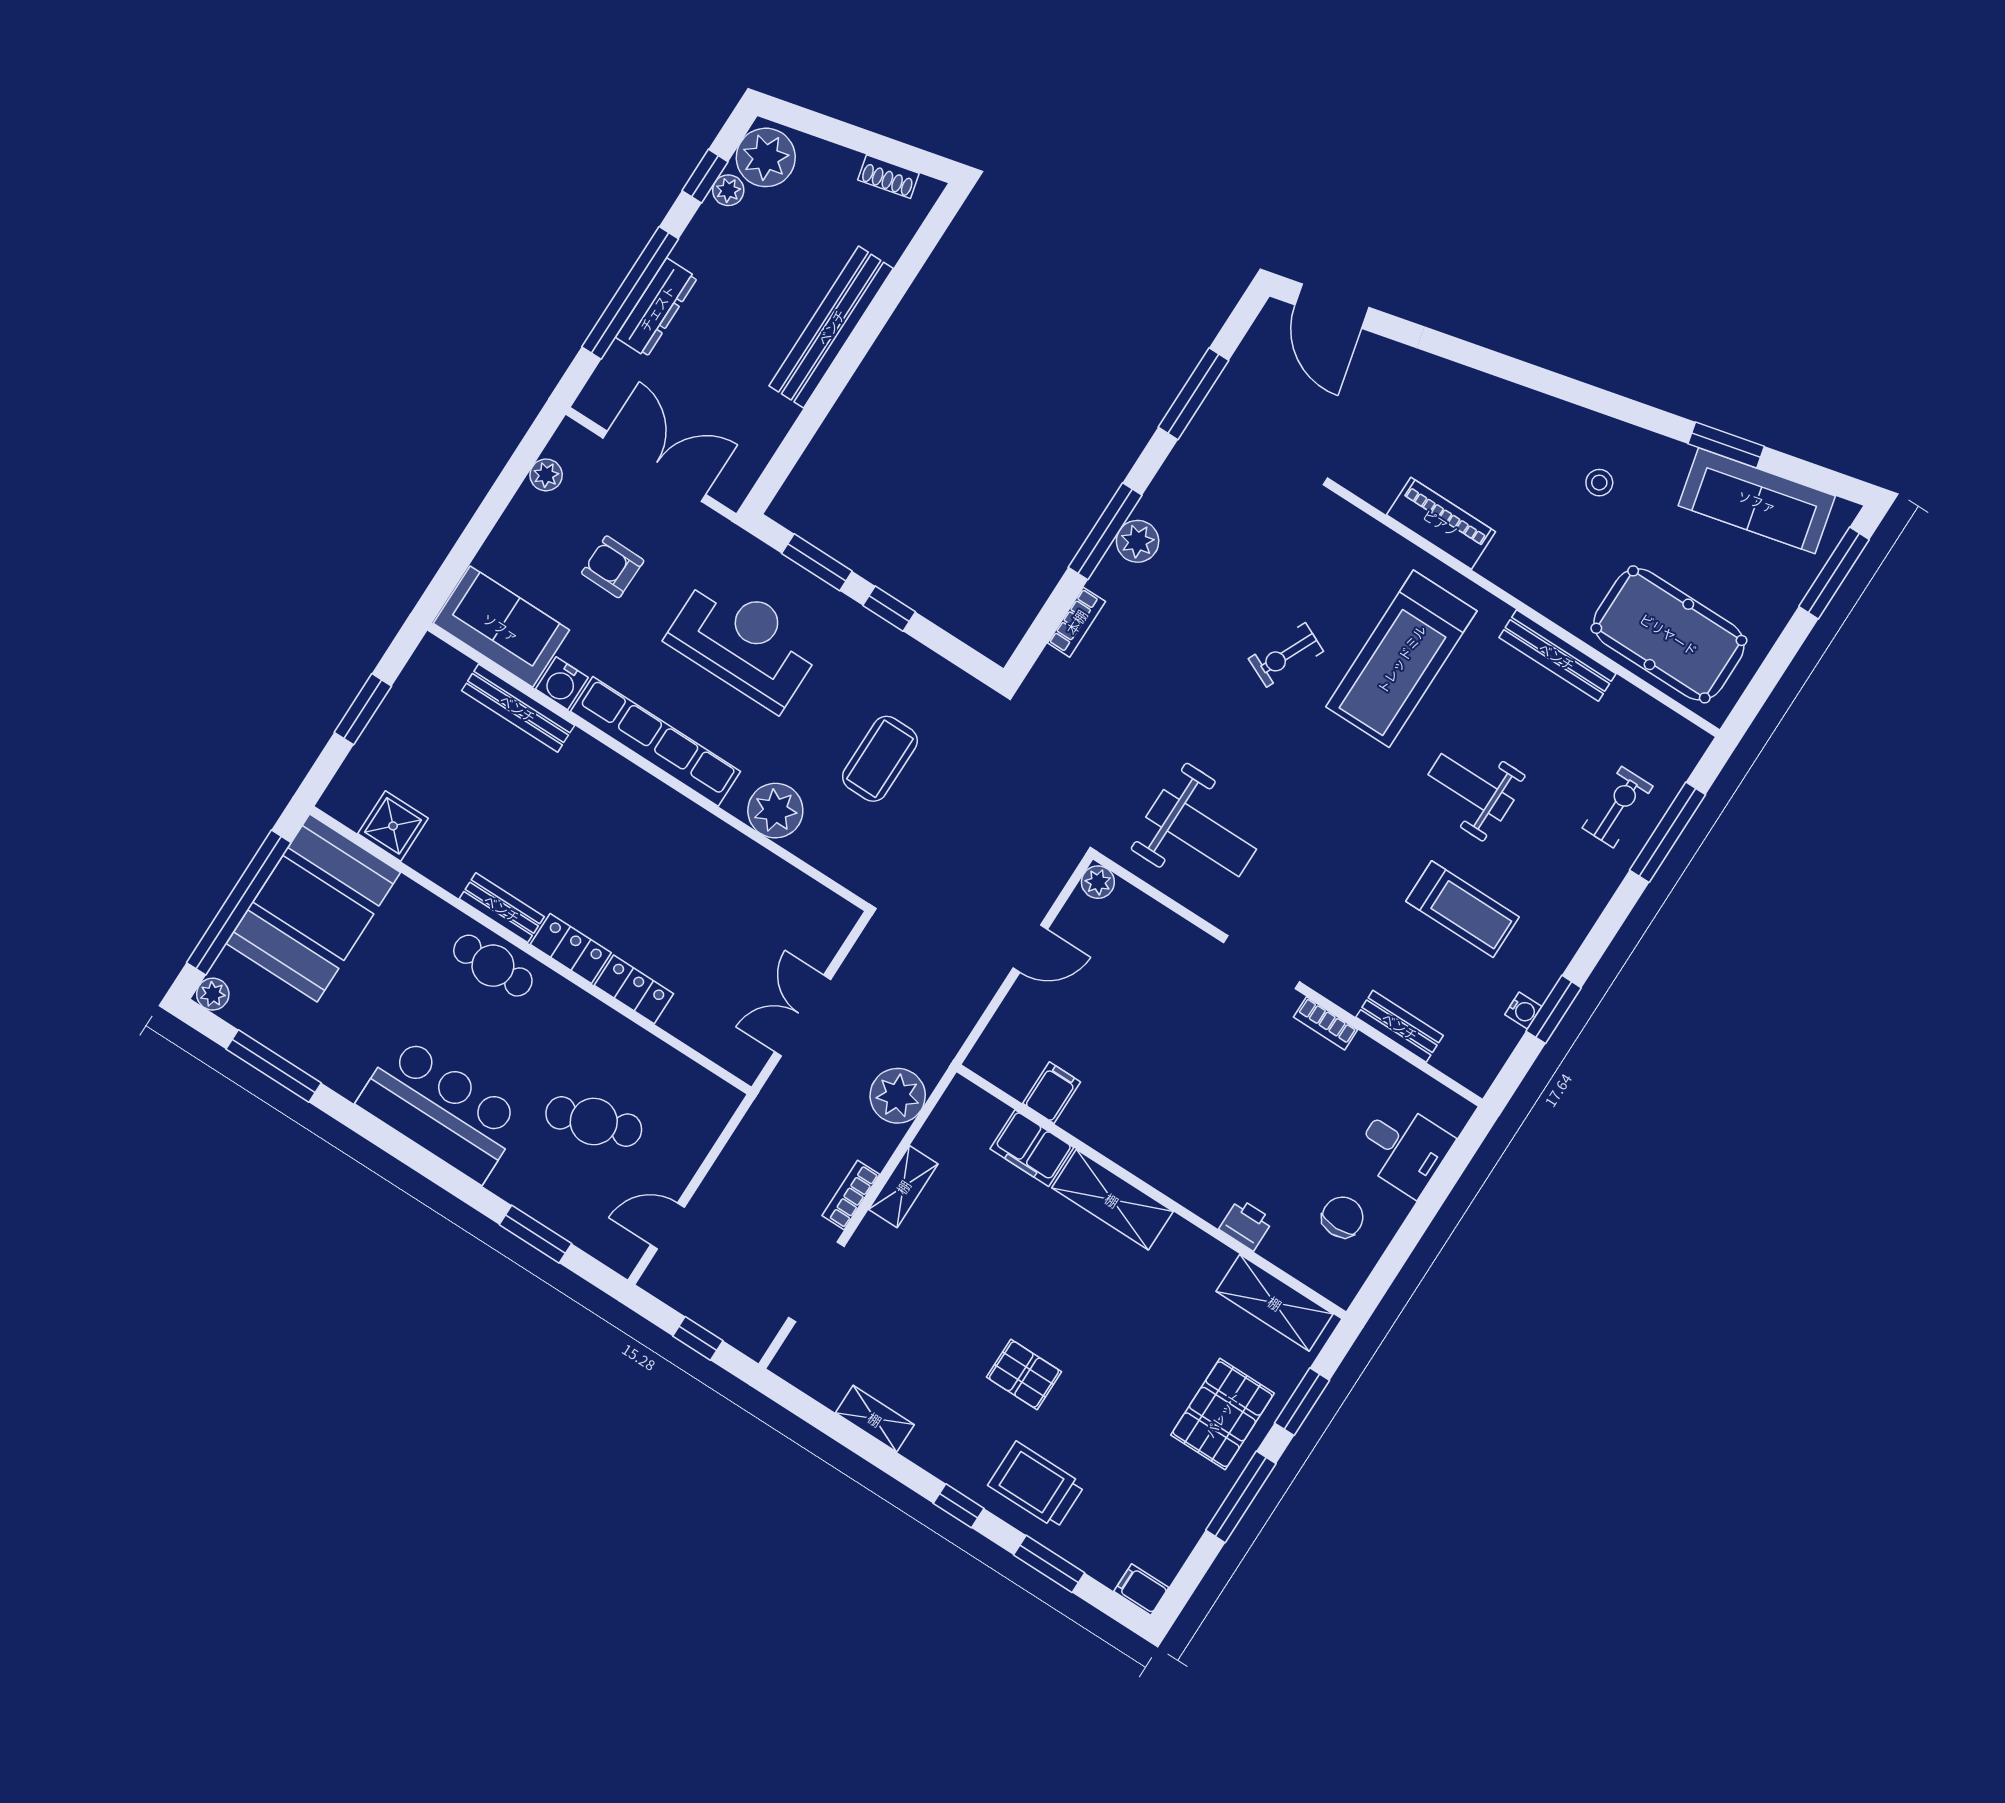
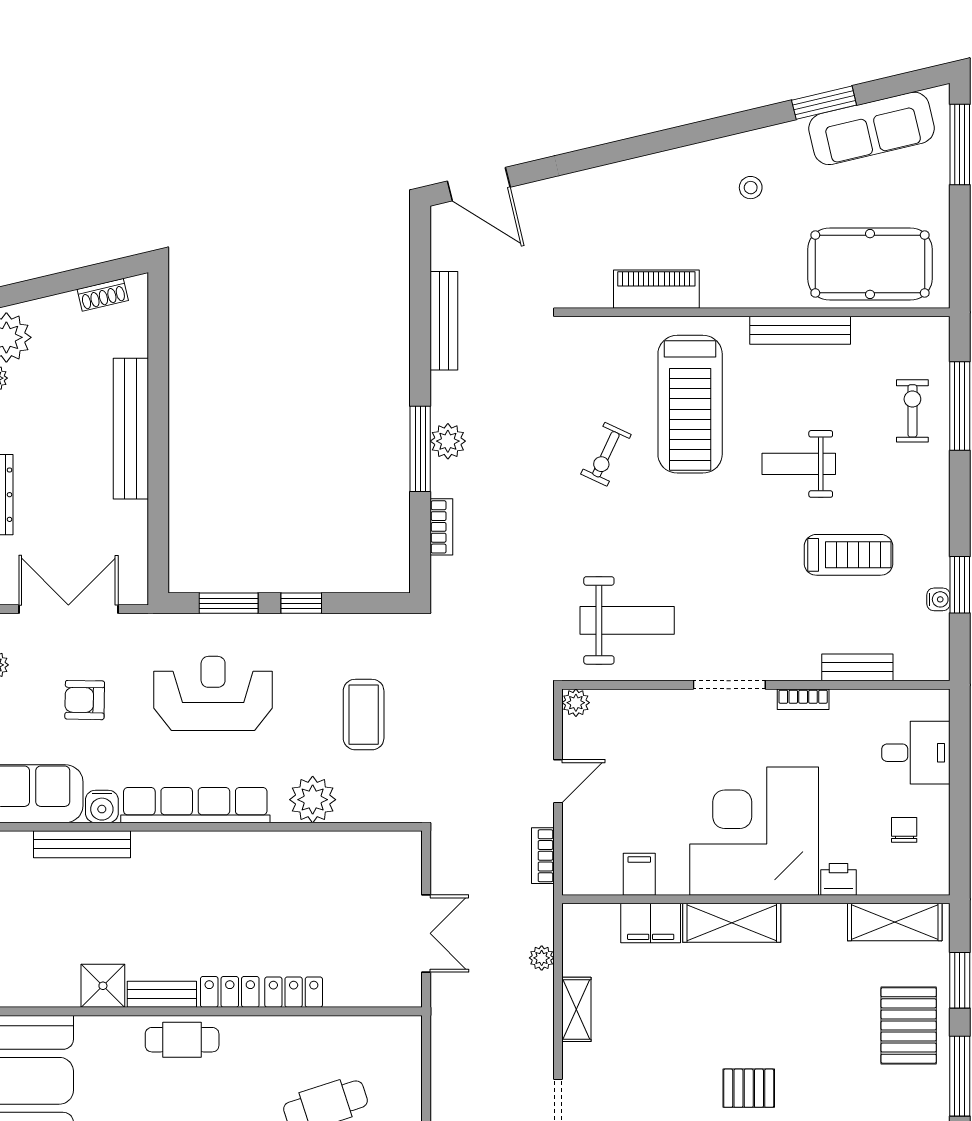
window: (1193, 394) -> (420, 310), removed
bench: (1210, 419) -> (444, 321), added
shower: (393, 826) -> (103, 986), moved
double door: (803, 1016) -> (426, 933), swing flipped
plant: (898, 1096) -> (542, 958), width x0.53, depth x0.53
corner desk: (1193, 1123) -> (754, 831), added
bookcase: (851, 1195) -> (543, 856), moved
chair: (1343, 1217) -> (904, 830), width x0.73, depth x0.73

